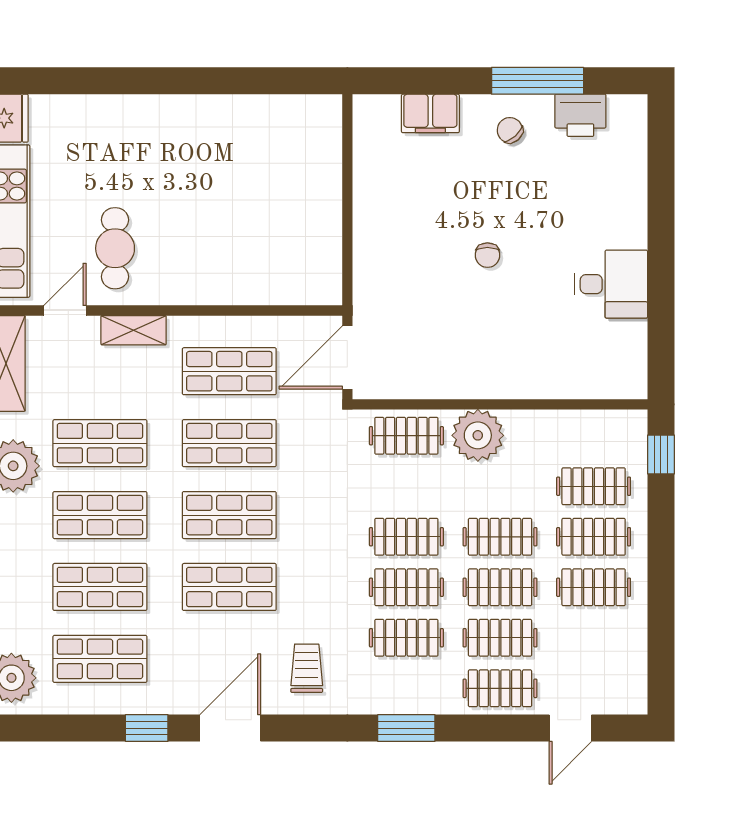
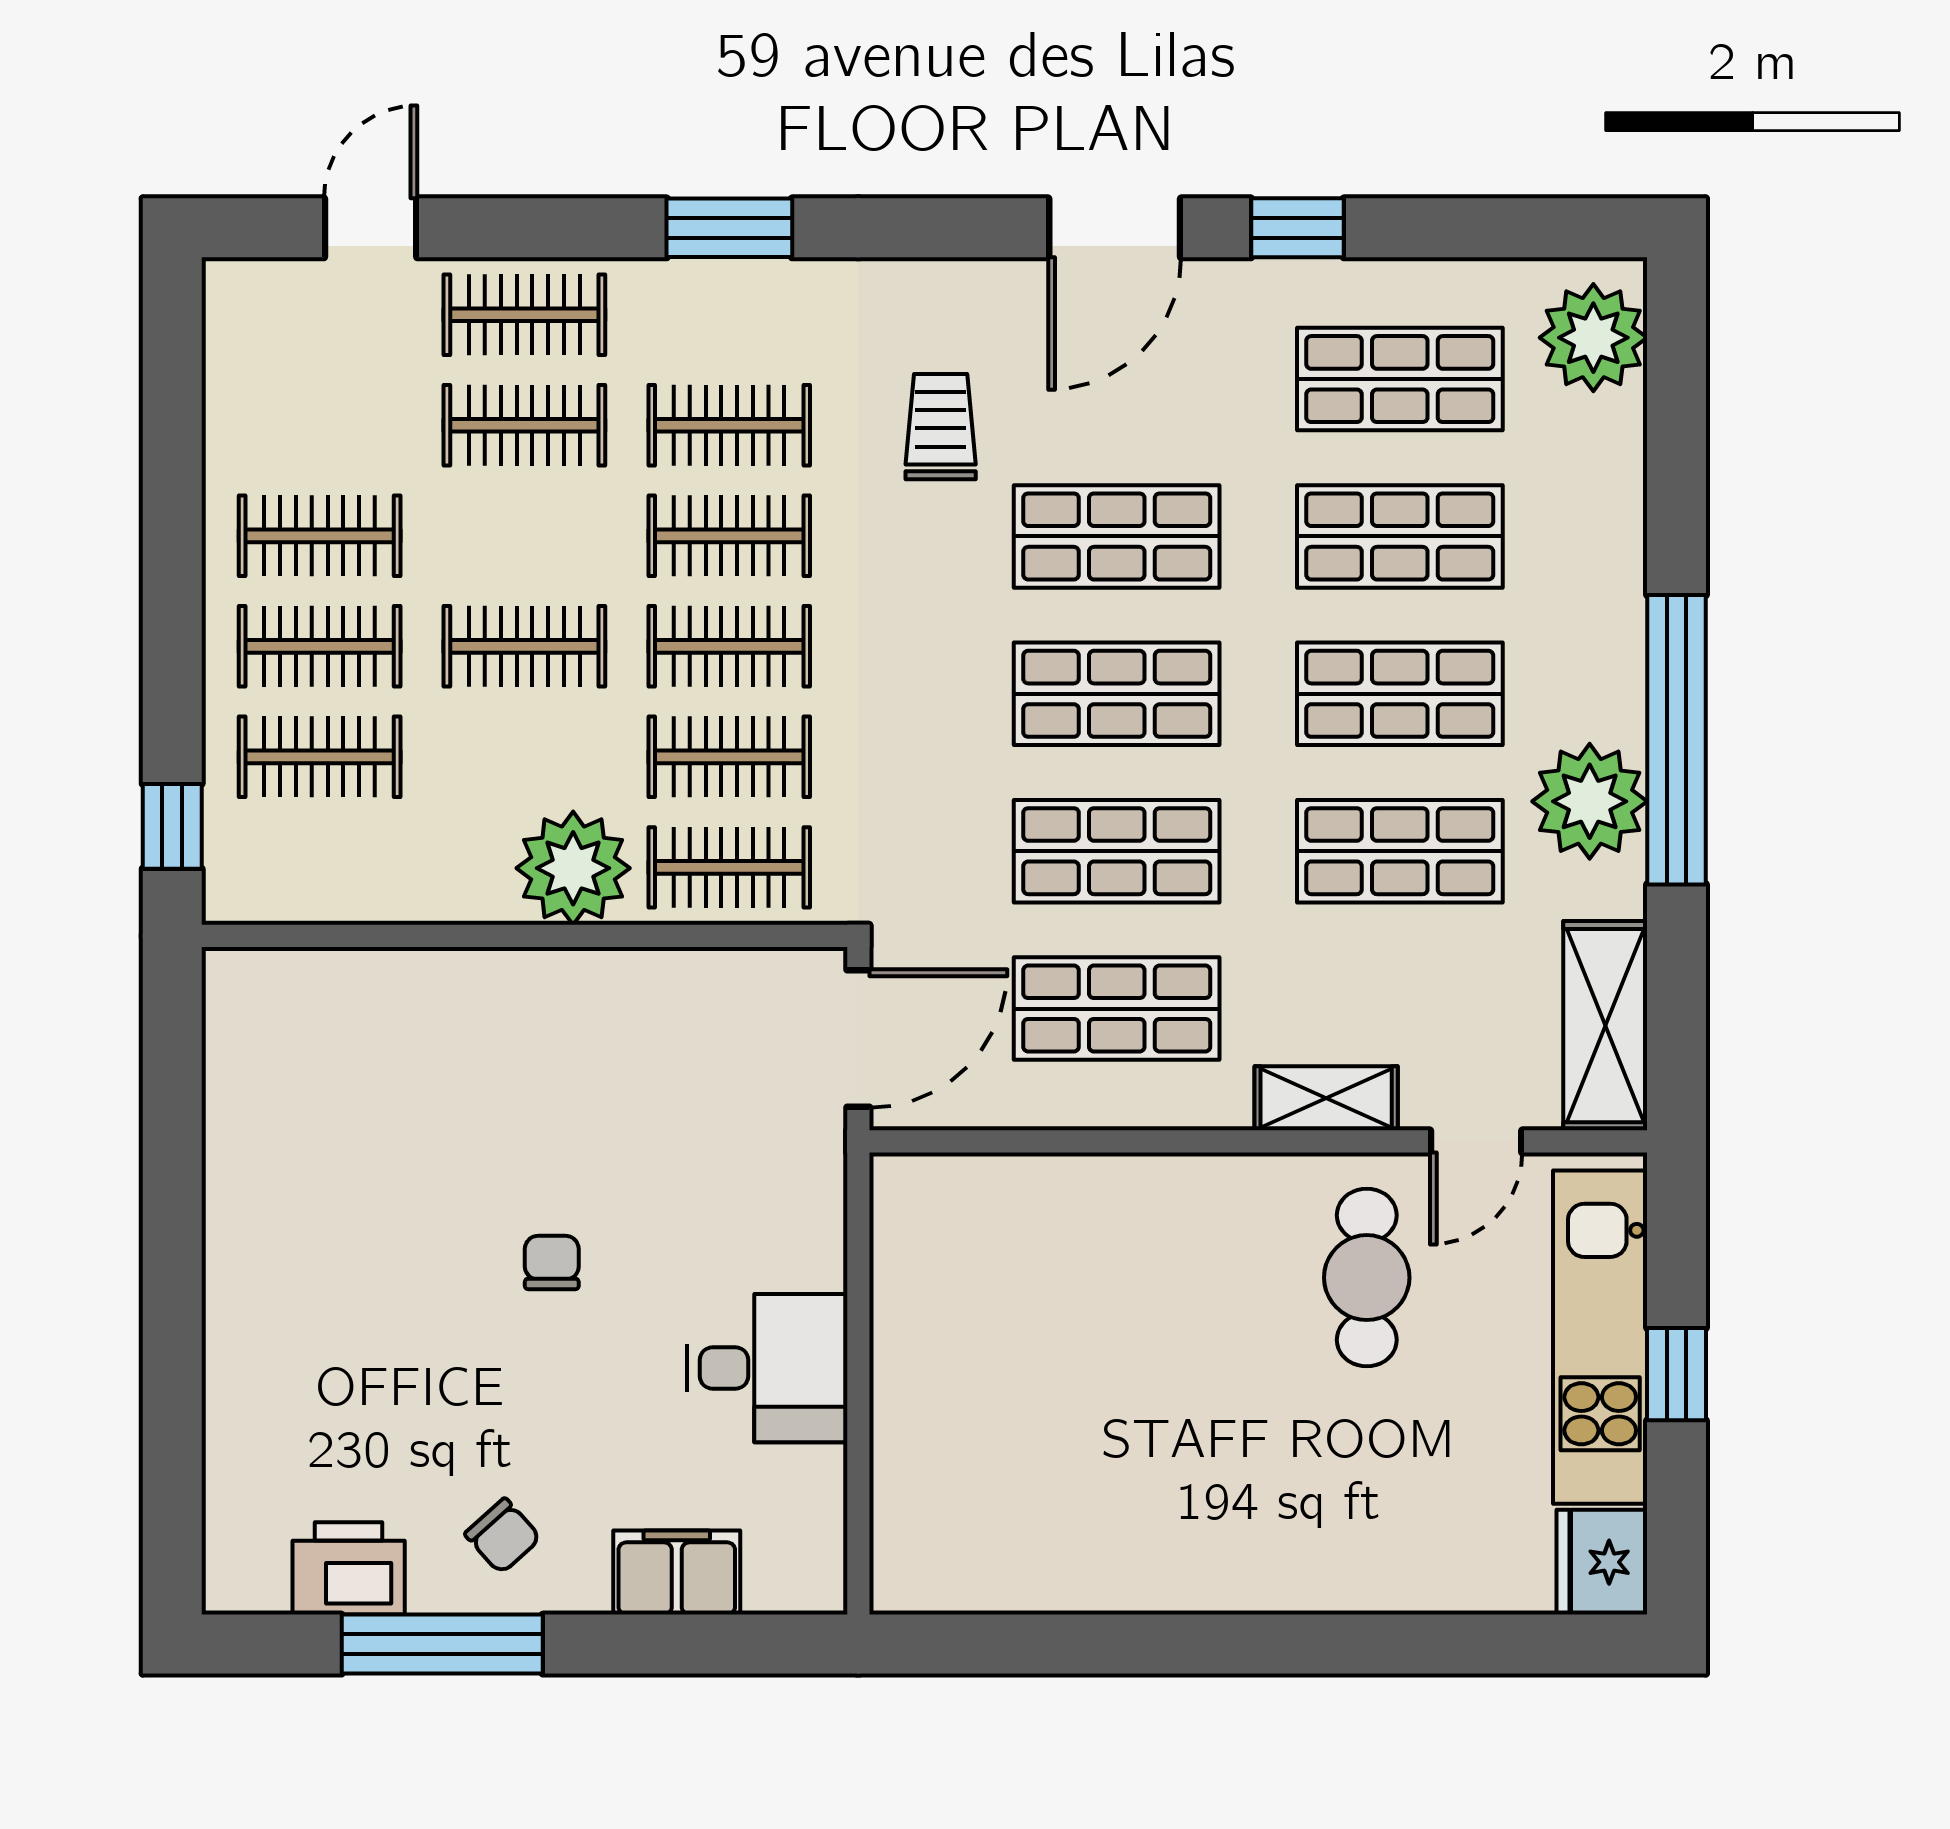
desk: (611, 284) -> (767, 1368), moved, turned 180
clothes rail: (500, 587) -> (729, 757), moved
trolley: (307, 668) -> (941, 427), moved, turned 180

